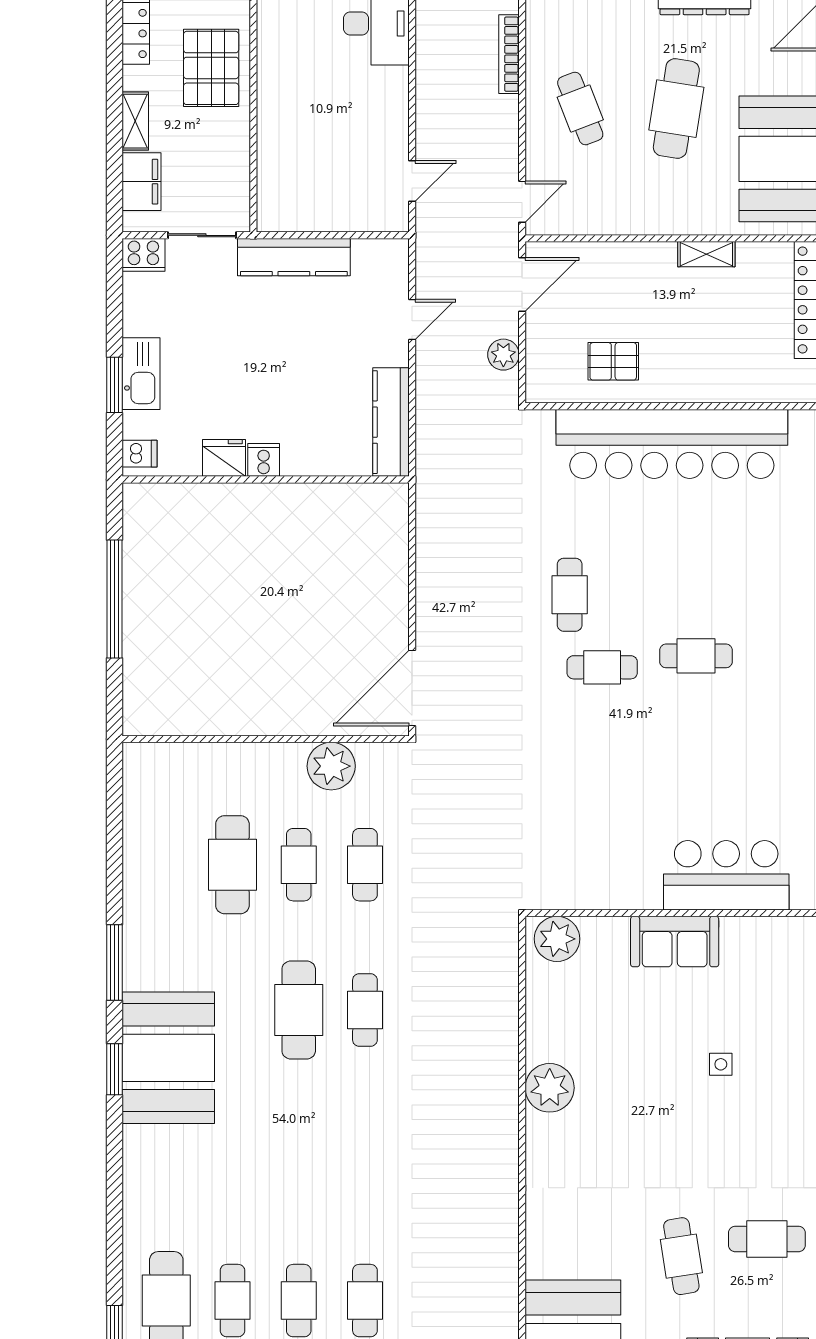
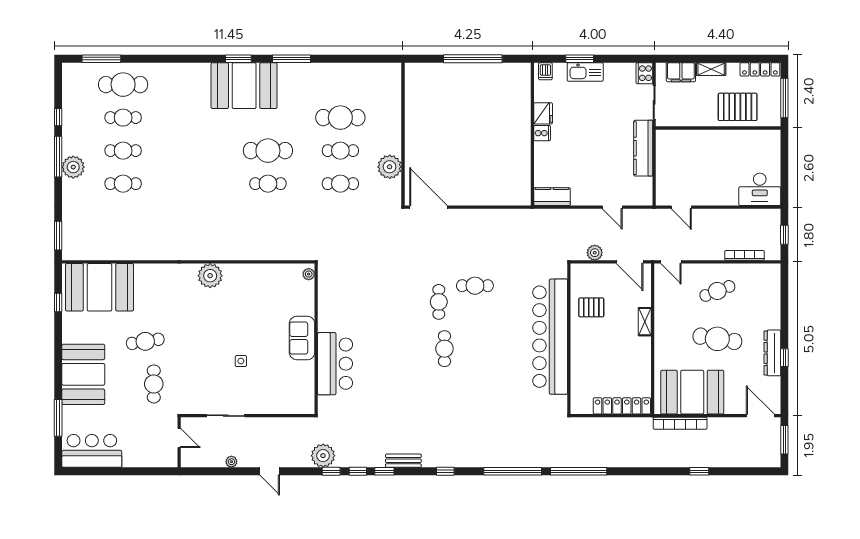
shelving: (706, 254) -> (645, 322), moved
pallet: (613, 361) -> (591, 307), turned 90
kitchen counter: (391, 422) -> (552, 197), width x0.67
plant: (557, 939) -> (309, 274), width x0.53, depth x0.53
plant: (550, 1088) -> (210, 276), moved

